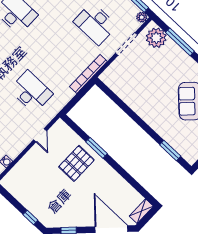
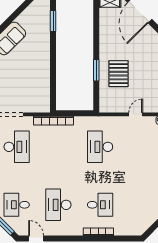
door: (40, 135) -> (136, 114), moved
pallet: (76, 163) -> (119, 74), turned 90

